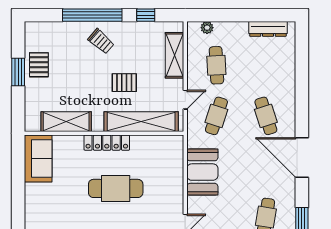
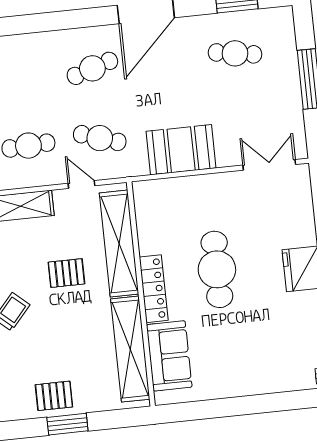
pallet: (124, 83) -> (66, 273), turned 90
shelving: (66, 122) -> (130, 349), width x1.47
sofa: (38, 159) -> (169, 356), moved, turned 90

